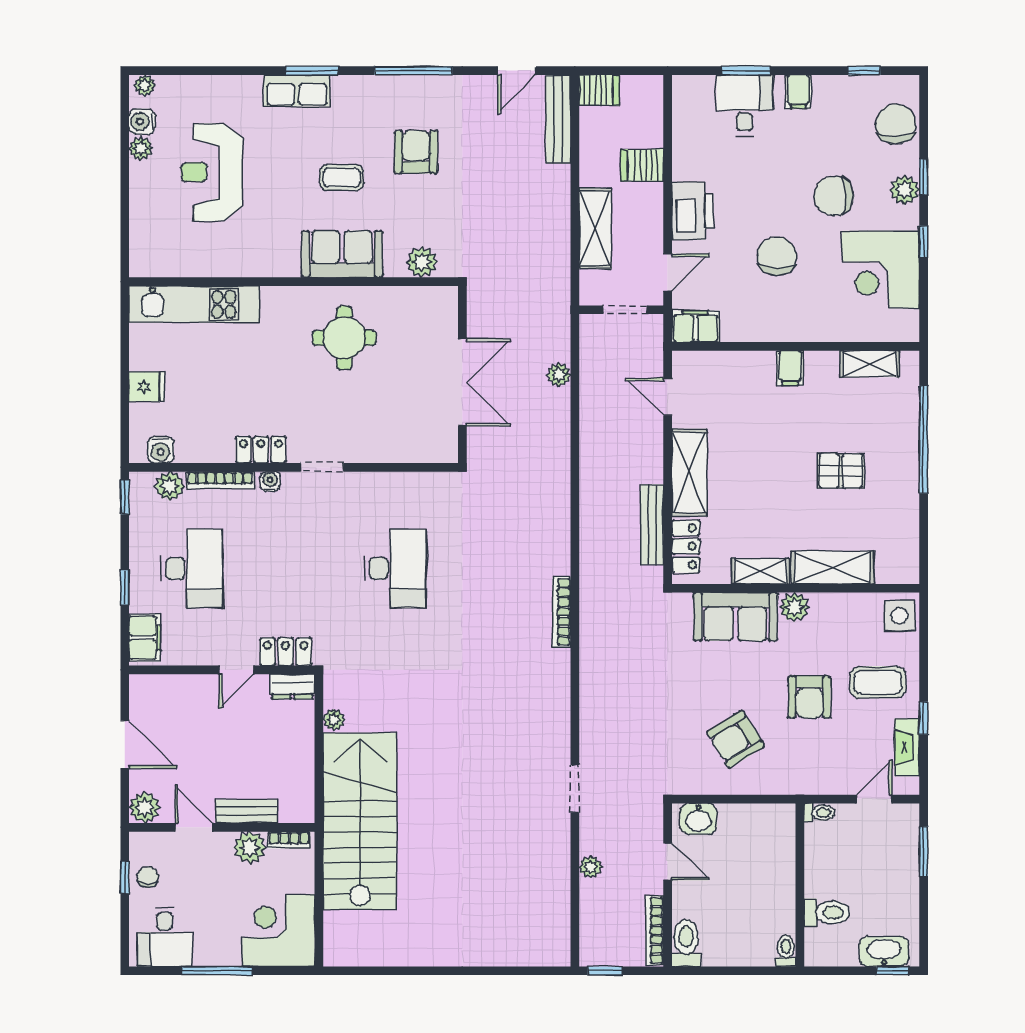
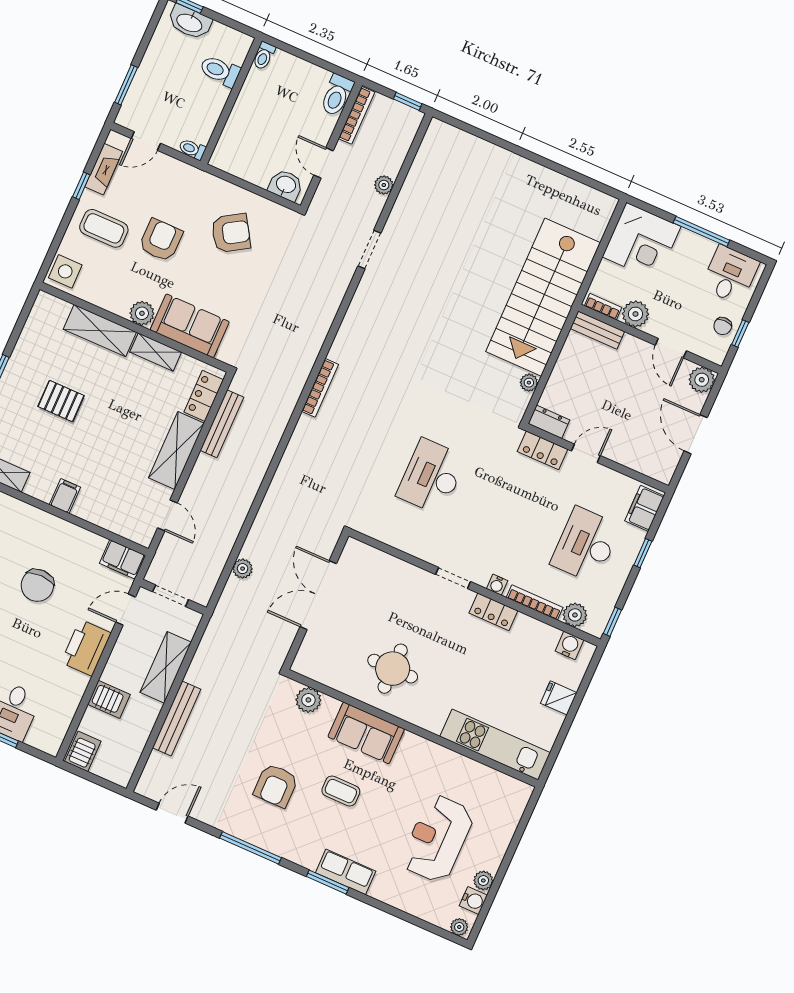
server rack: (599, 90) -> (83, 751), moved, turned 90
bench: (558, 119) -> (177, 719), moved
reception desk: (212, 172) -> (437, 839), turned 180
bench: (247, 811) -> (597, 330), moved

